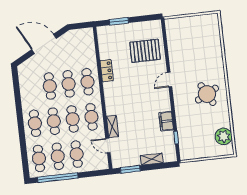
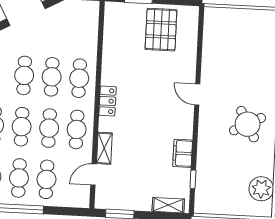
pallet: (145, 51) -> (161, 30), moved, turned 90
locker: (107, 71) -> (108, 101), moved
door: (170, 80) -> (197, 95), hinge flipped
door: (108, 146) -> (93, 175), hinge flipped
shelving: (152, 159) -> (168, 205), moved

